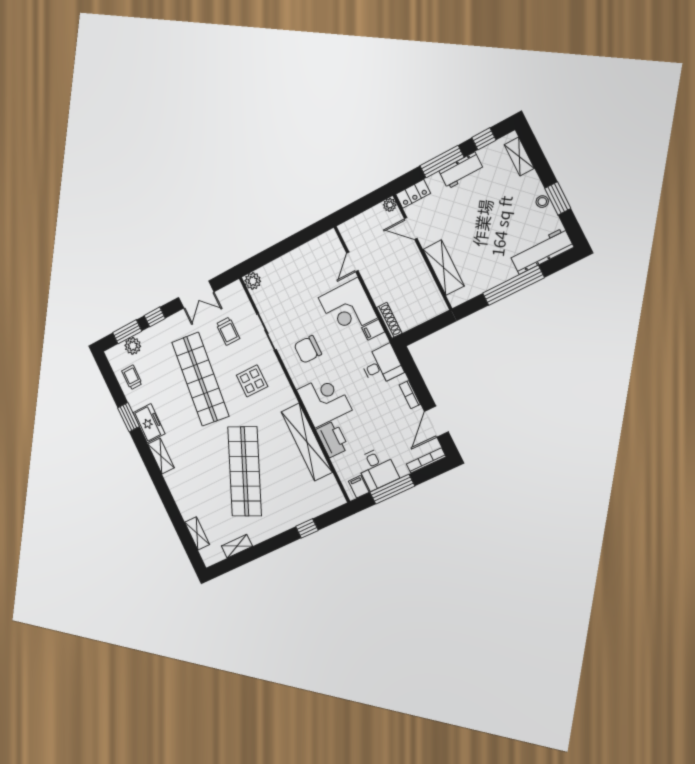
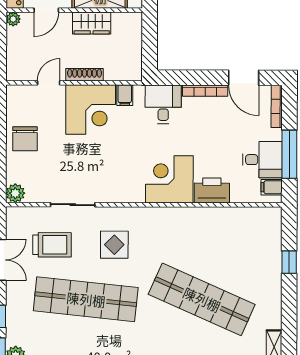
door: (352, 262) -> (49, 83), swing flipped
wardrobe: (419, 272) -> (92, 23), added
shoe rack: (389, 320) -> (85, 75), moved
trolley: (228, 331) -> (52, 245), width x1.36, depth x1.39
chair: (308, 349) -> (25, 139), moved
bookcase: (410, 395) -> (205, 91), width x1.56
shelving: (307, 442) -> (203, 218), removed

